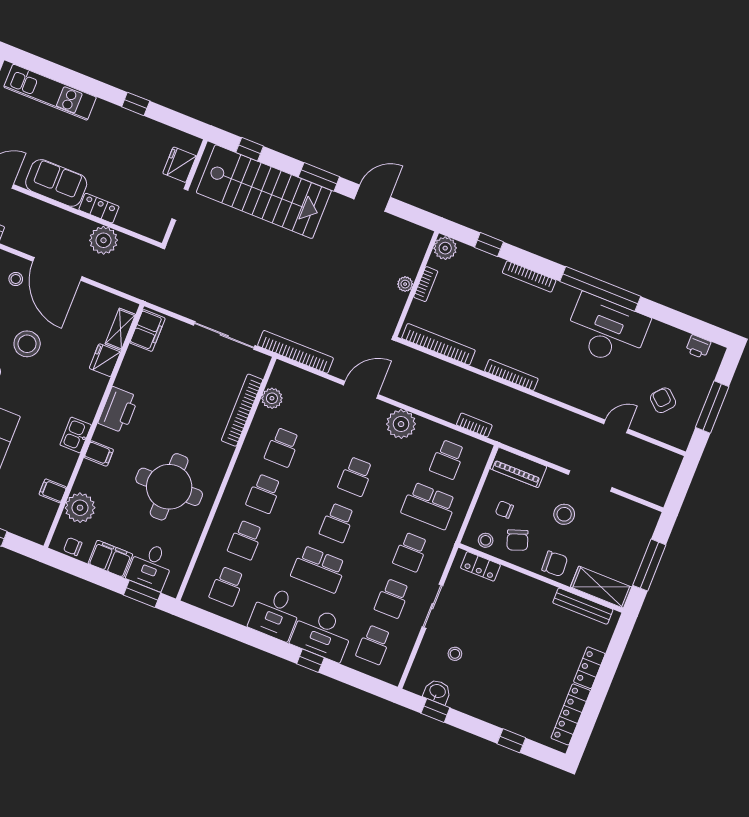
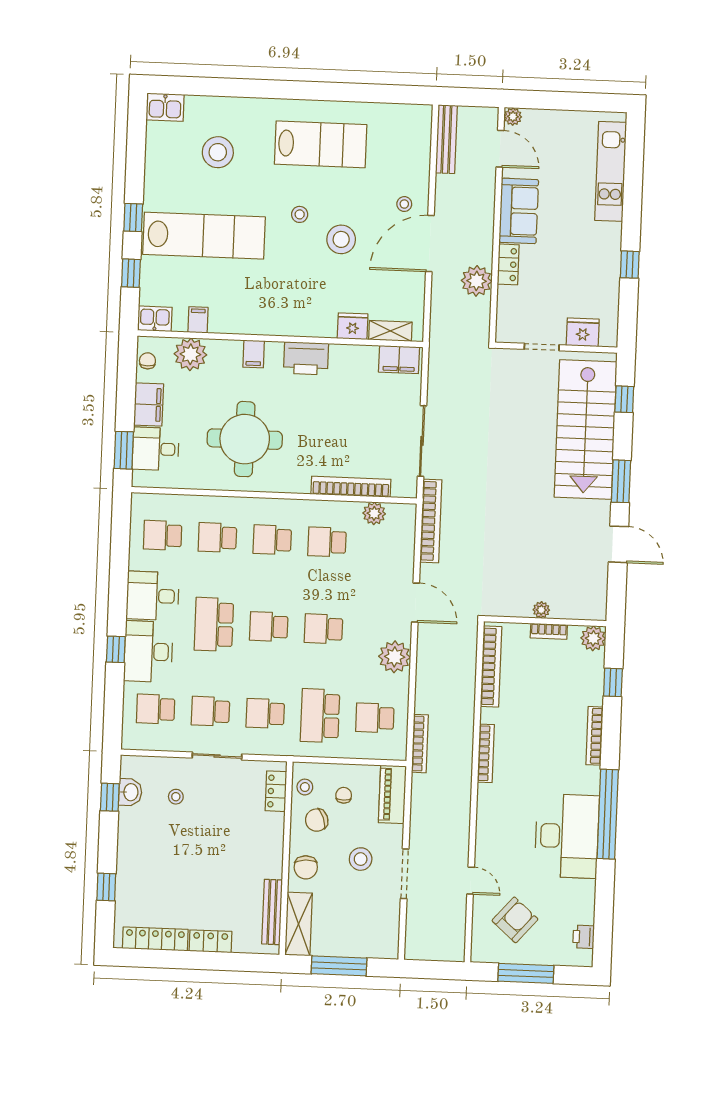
armchair: (663, 400) -> (515, 920), width x1.38, depth x1.38
bookcase: (474, 425) -> (420, 744), width x1.56
kitchen sink: (76, 435) -> (155, 319), moved

